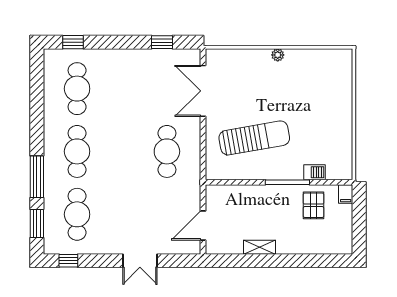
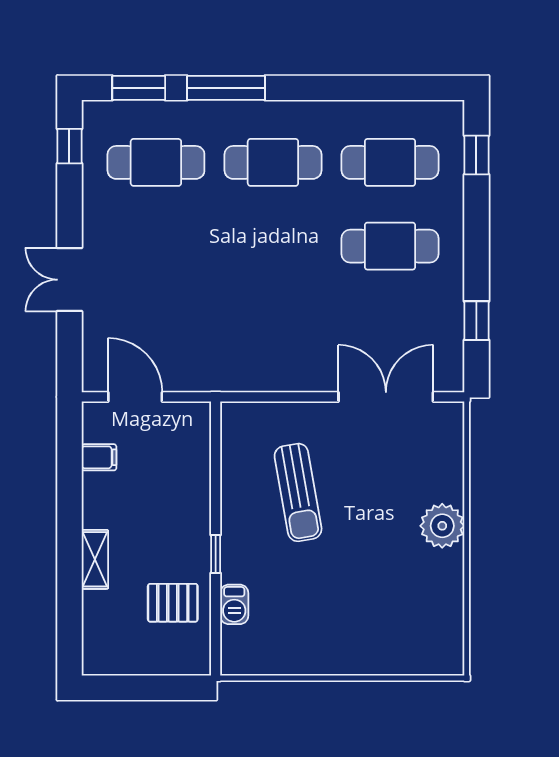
plant: (278, 55) -> (442, 526), width x1.87, depth x1.87
sun lounger: (254, 138) -> (298, 492), width x0.73, depth x0.75
cafe table: (167, 151) -> (390, 246), moved
window: (287, 182) -> (216, 554), width x0.46
filing cabinet: (346, 194) -> (99, 457), moved, turned 180
shelving: (260, 247) -> (95, 559), moved

